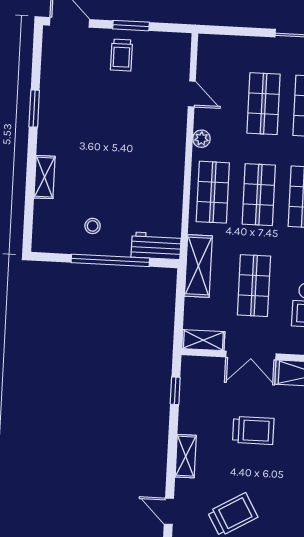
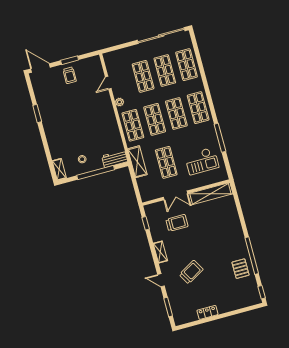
door: (192, 94) -> (108, 83), swing flipped
shelving: (44, 177) -> (59, 169), moved
shelving: (203, 340) -> (151, 195), removed
trolley: (253, 430) -> (177, 223), moved

